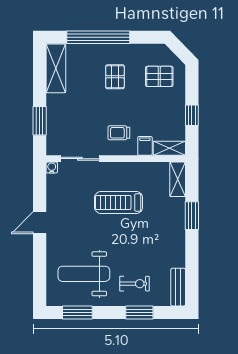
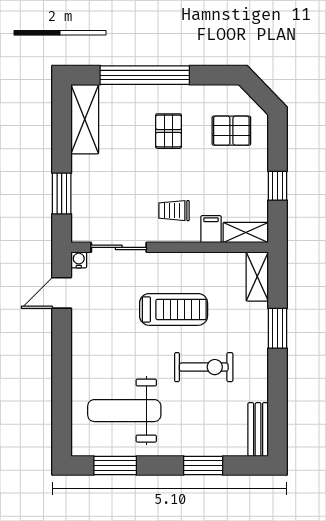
treadmill: (119, 203) -> (174, 309), turned 180
door: (40, 223) -> (62, 293), moved
exercise bike: (134, 284) -> (204, 367), moved, width x1.38, depth x1.39

